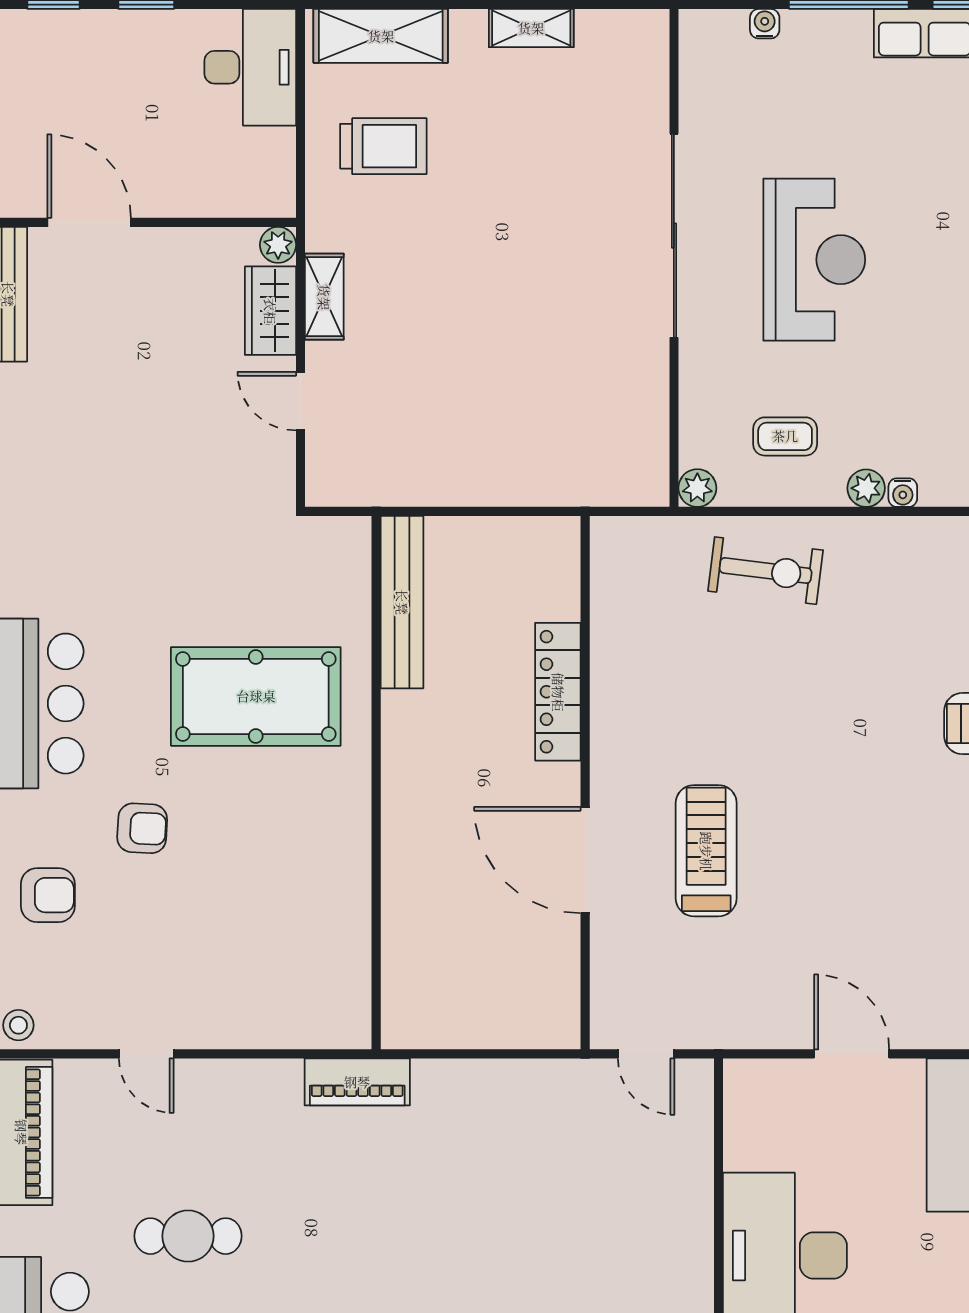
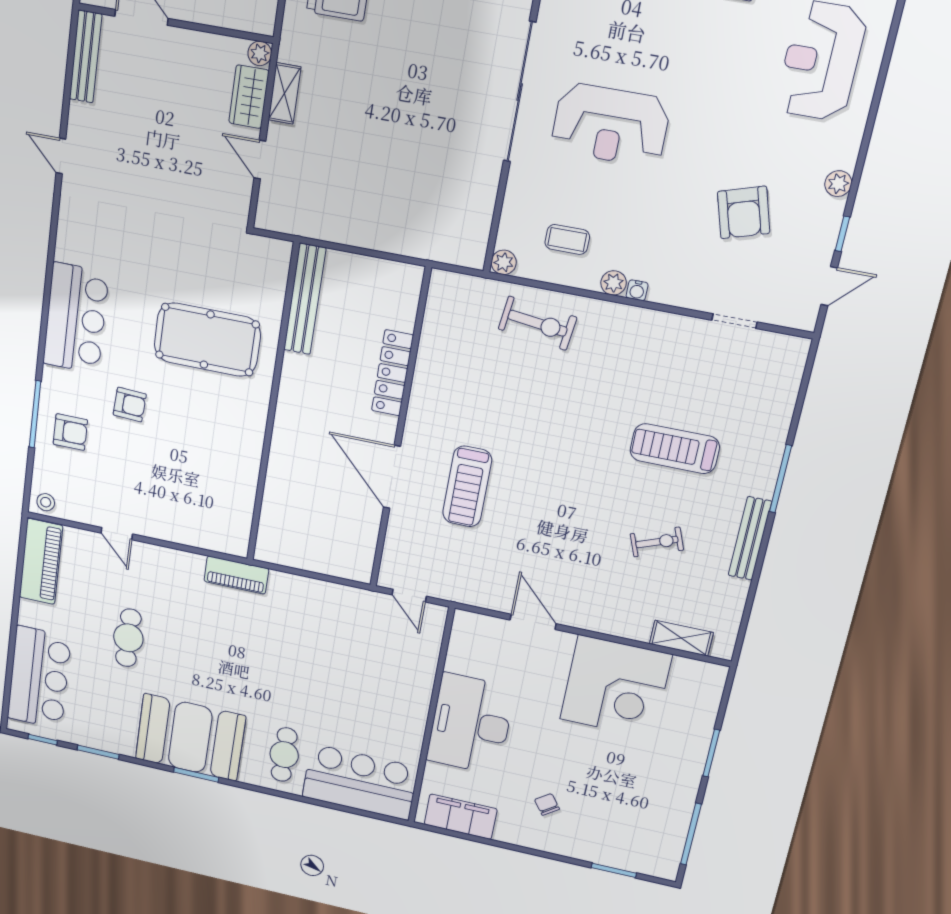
reception desk: (814, 260) -> (610, 125), turned 90
treadmill: (706, 851) -> (467, 486), turned 180
cafe table: (188, 1236) -> (128, 638), turned 90

